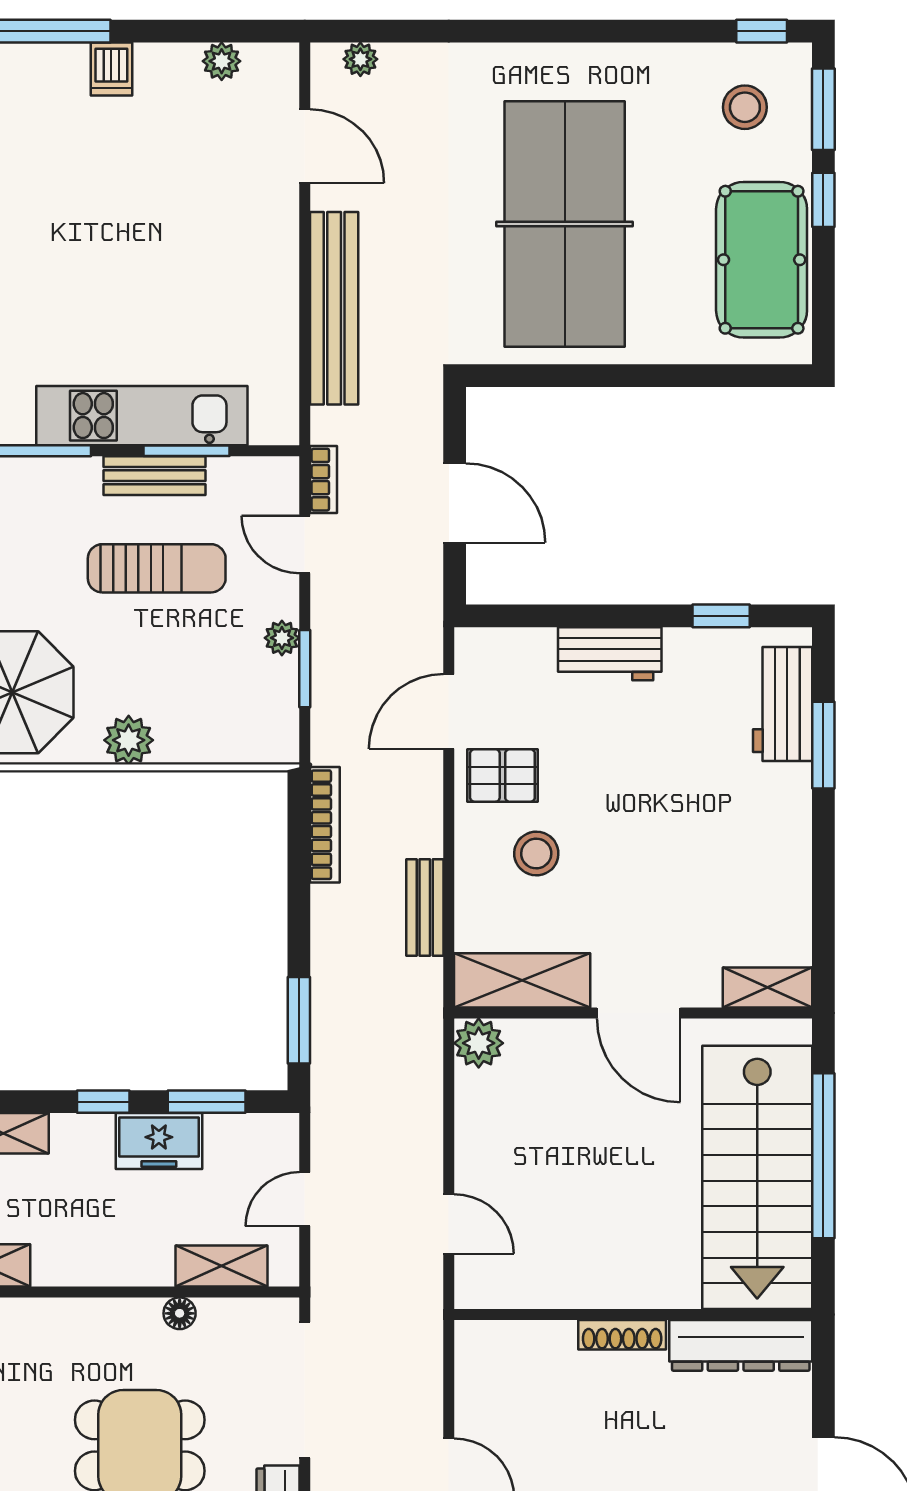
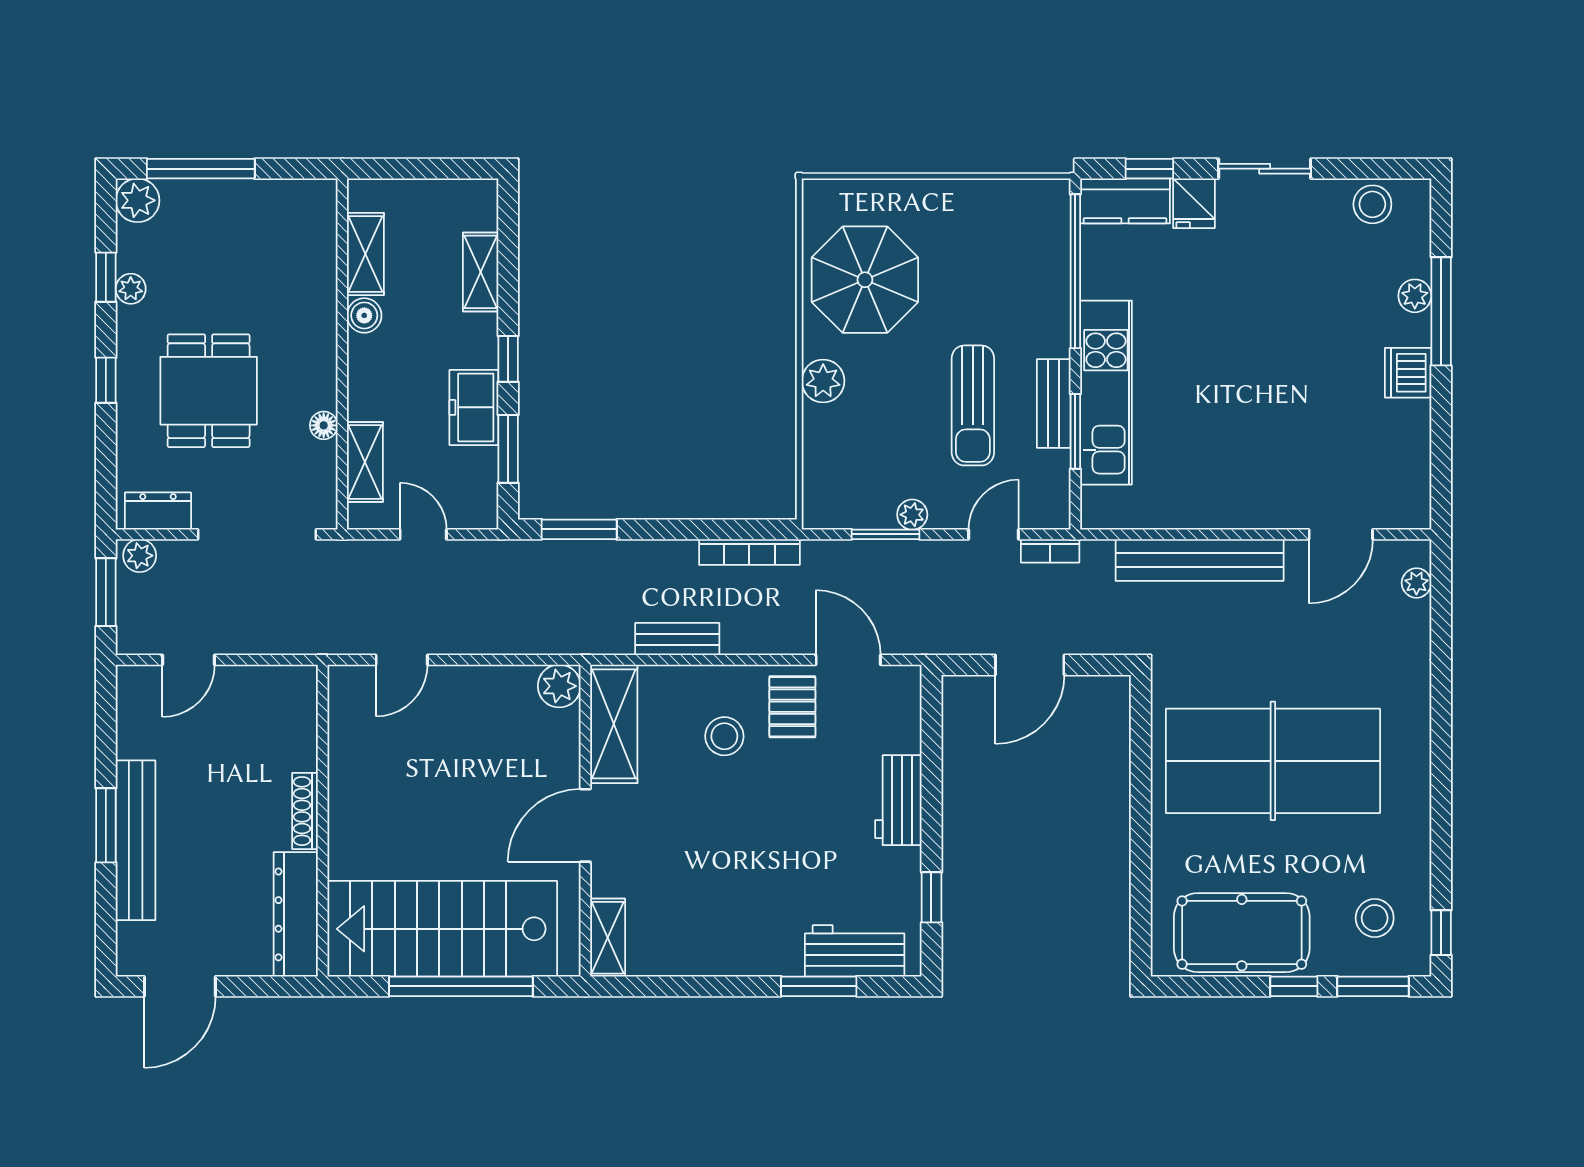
plant: (222, 61) -> (1415, 296), moved
dishwasher: (111, 69) -> (1408, 373), width x1.38
boiler: (53, 1267) -> (364, 315), added

